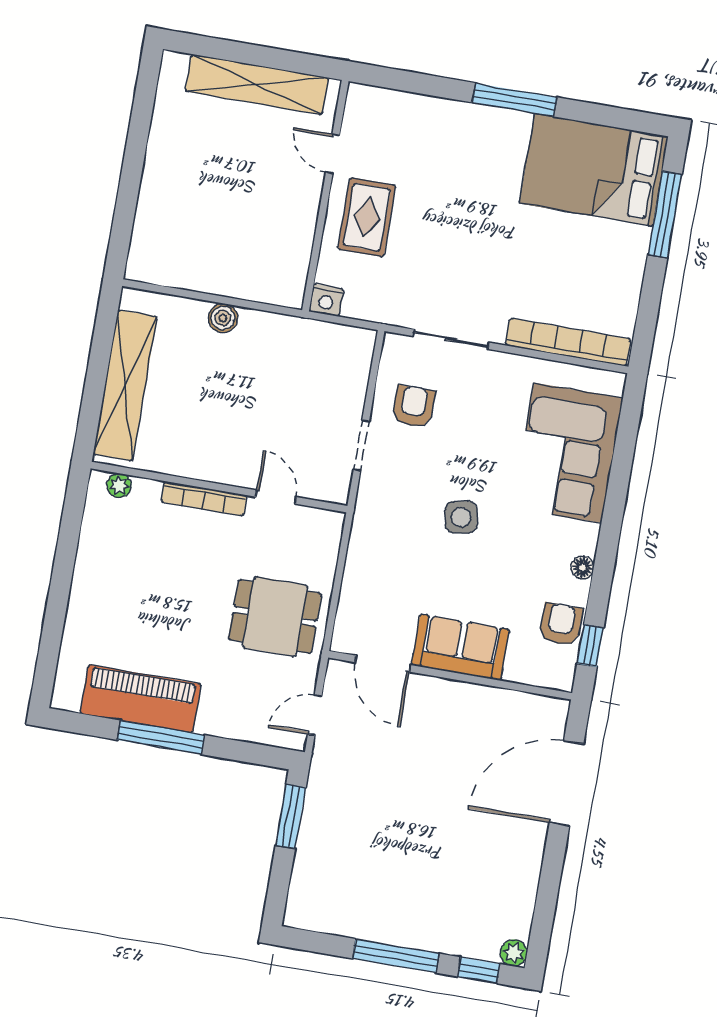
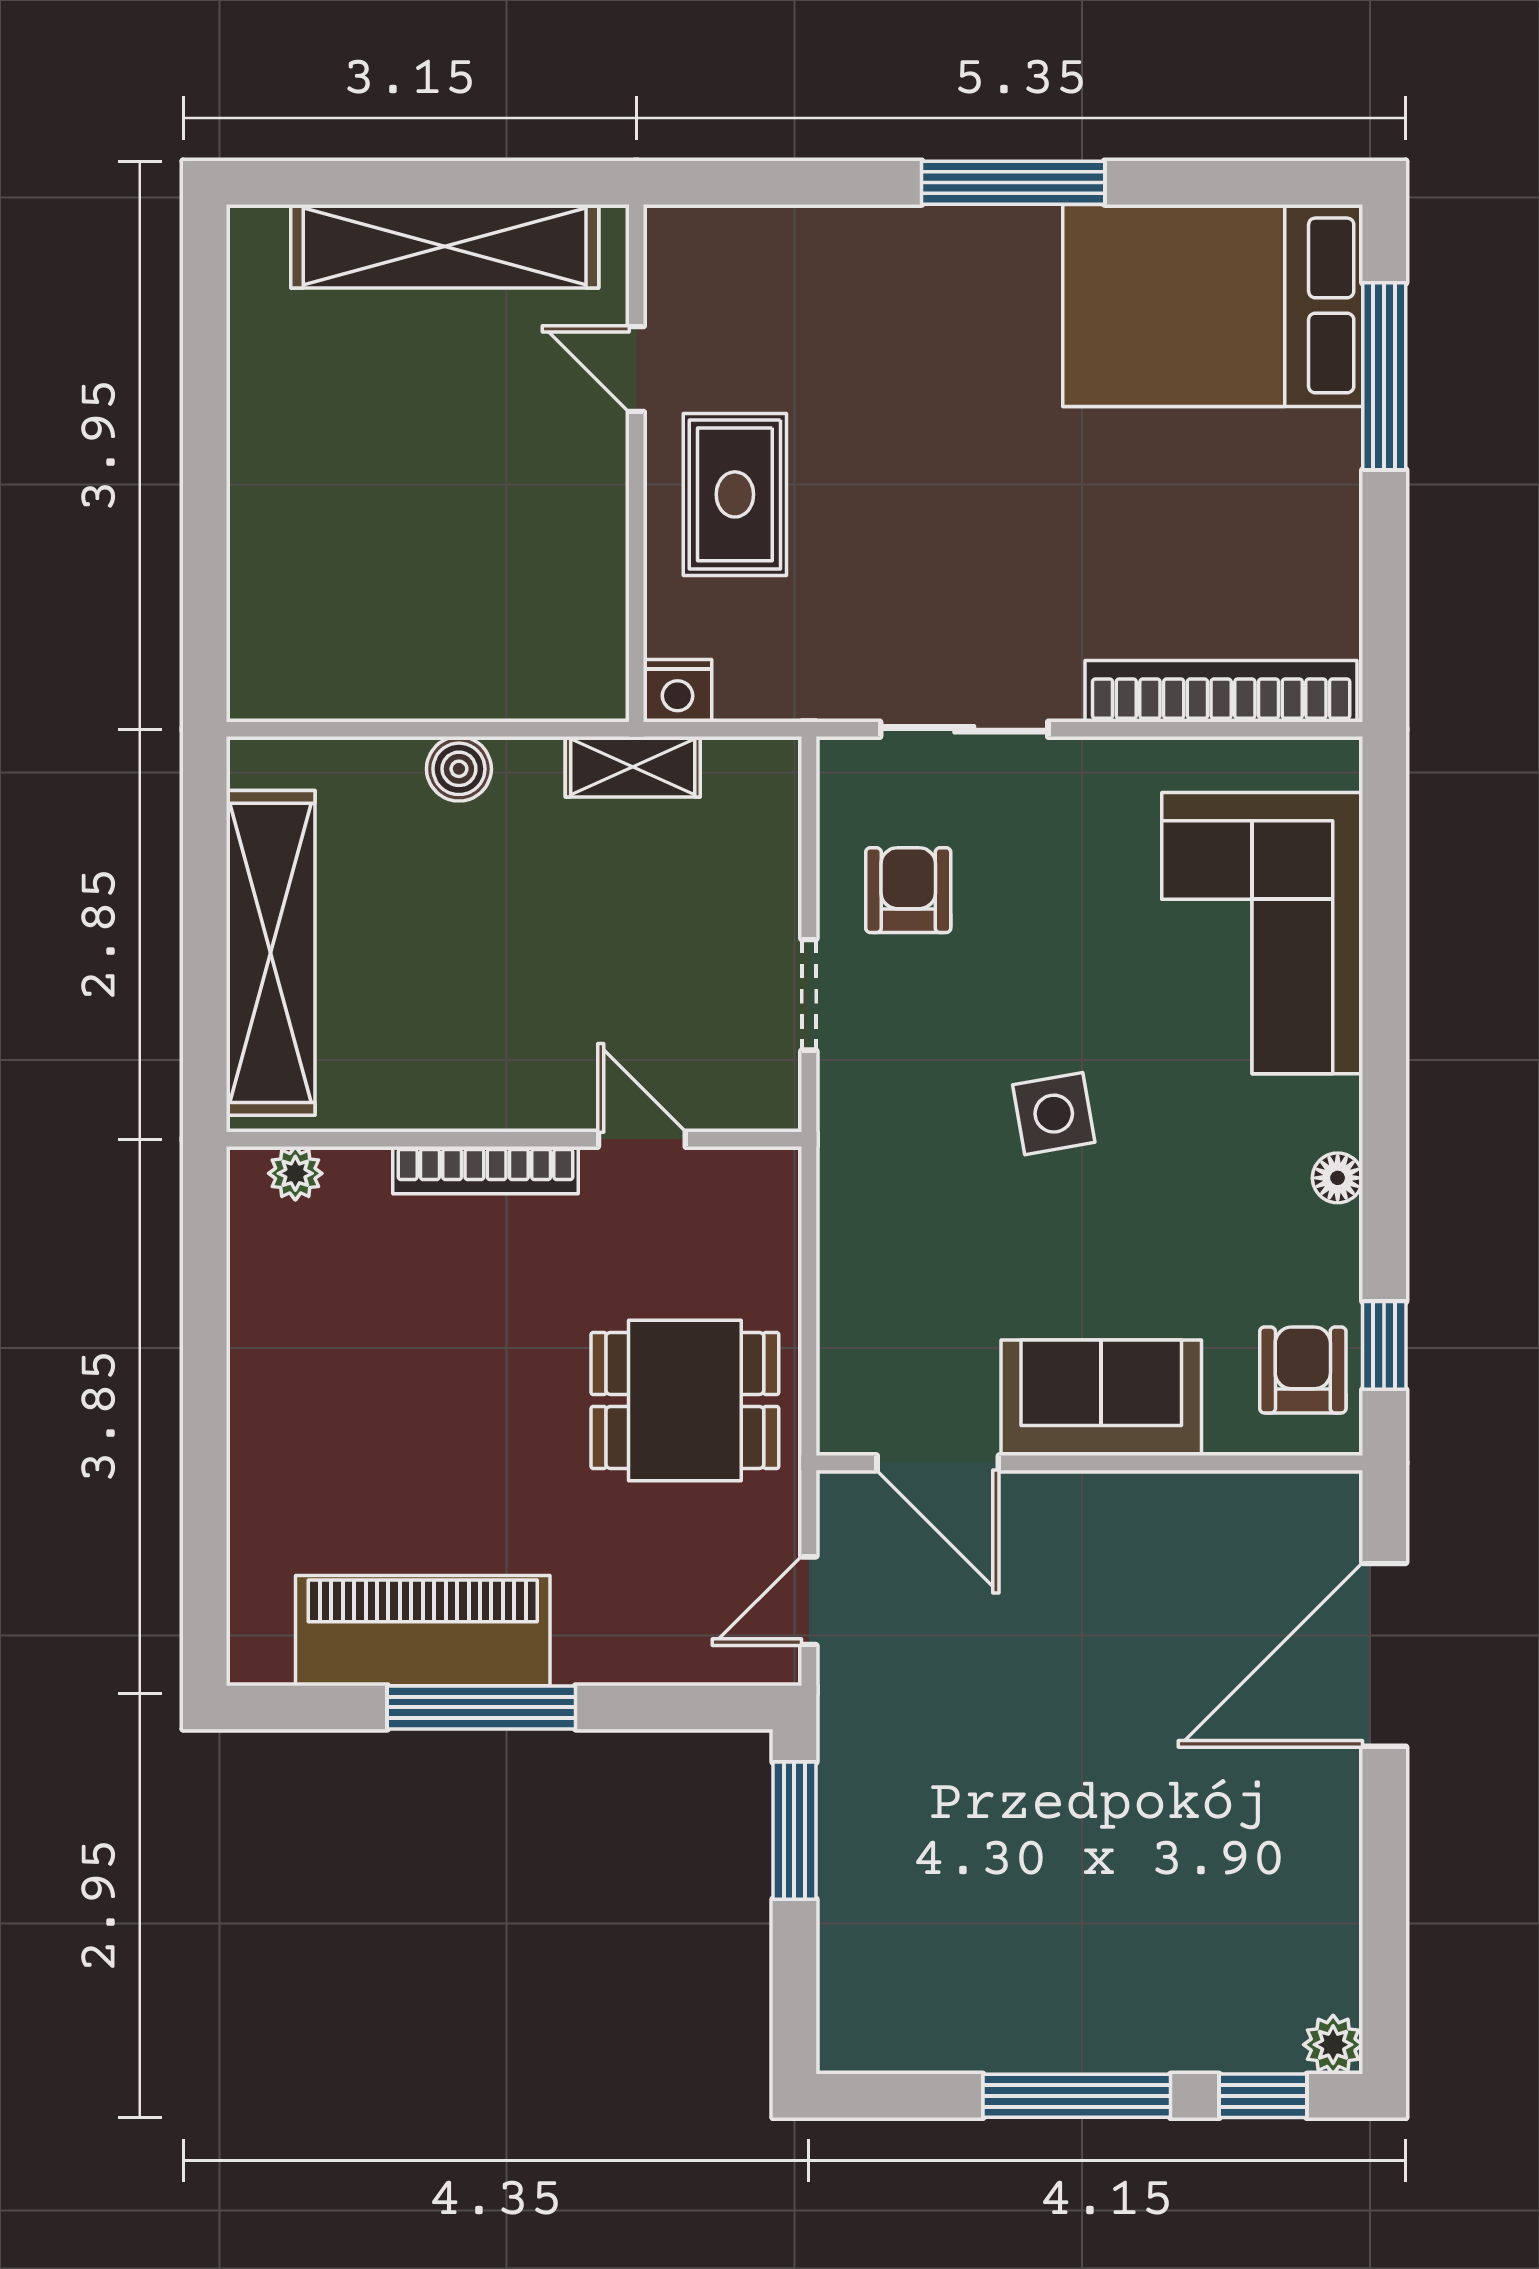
shelving: (300, 331) -> (633, 767), added
armchair: (561, 624) -> (1303, 1370), moved

